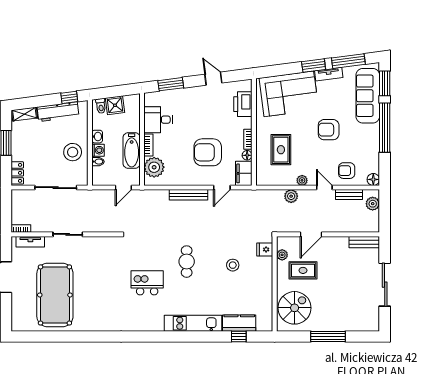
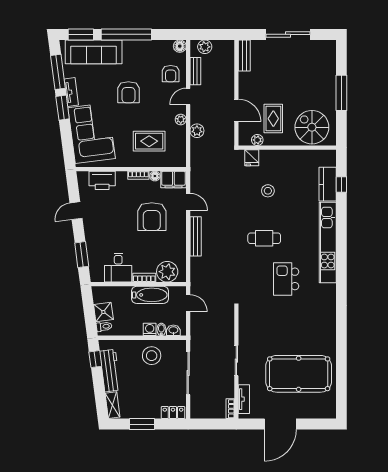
washbasin: (97, 137) -> (173, 330), moved
kitchen unit: (193, 323) -> (328, 242), width x1.36

